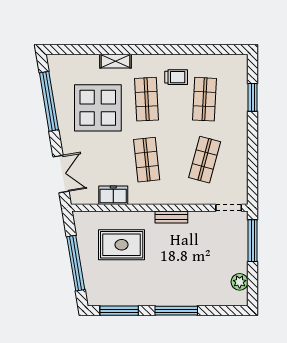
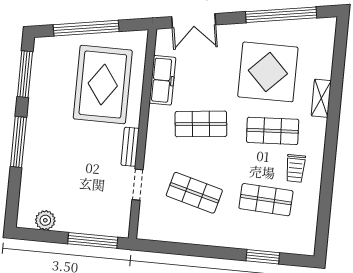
freezer: (113, 195) -> (162, 80), width x1.40
doorway: (229, 208) -> (137, 185), moved
rug: (122, 245) -> (103, 85), width x1.37, depth x1.44

